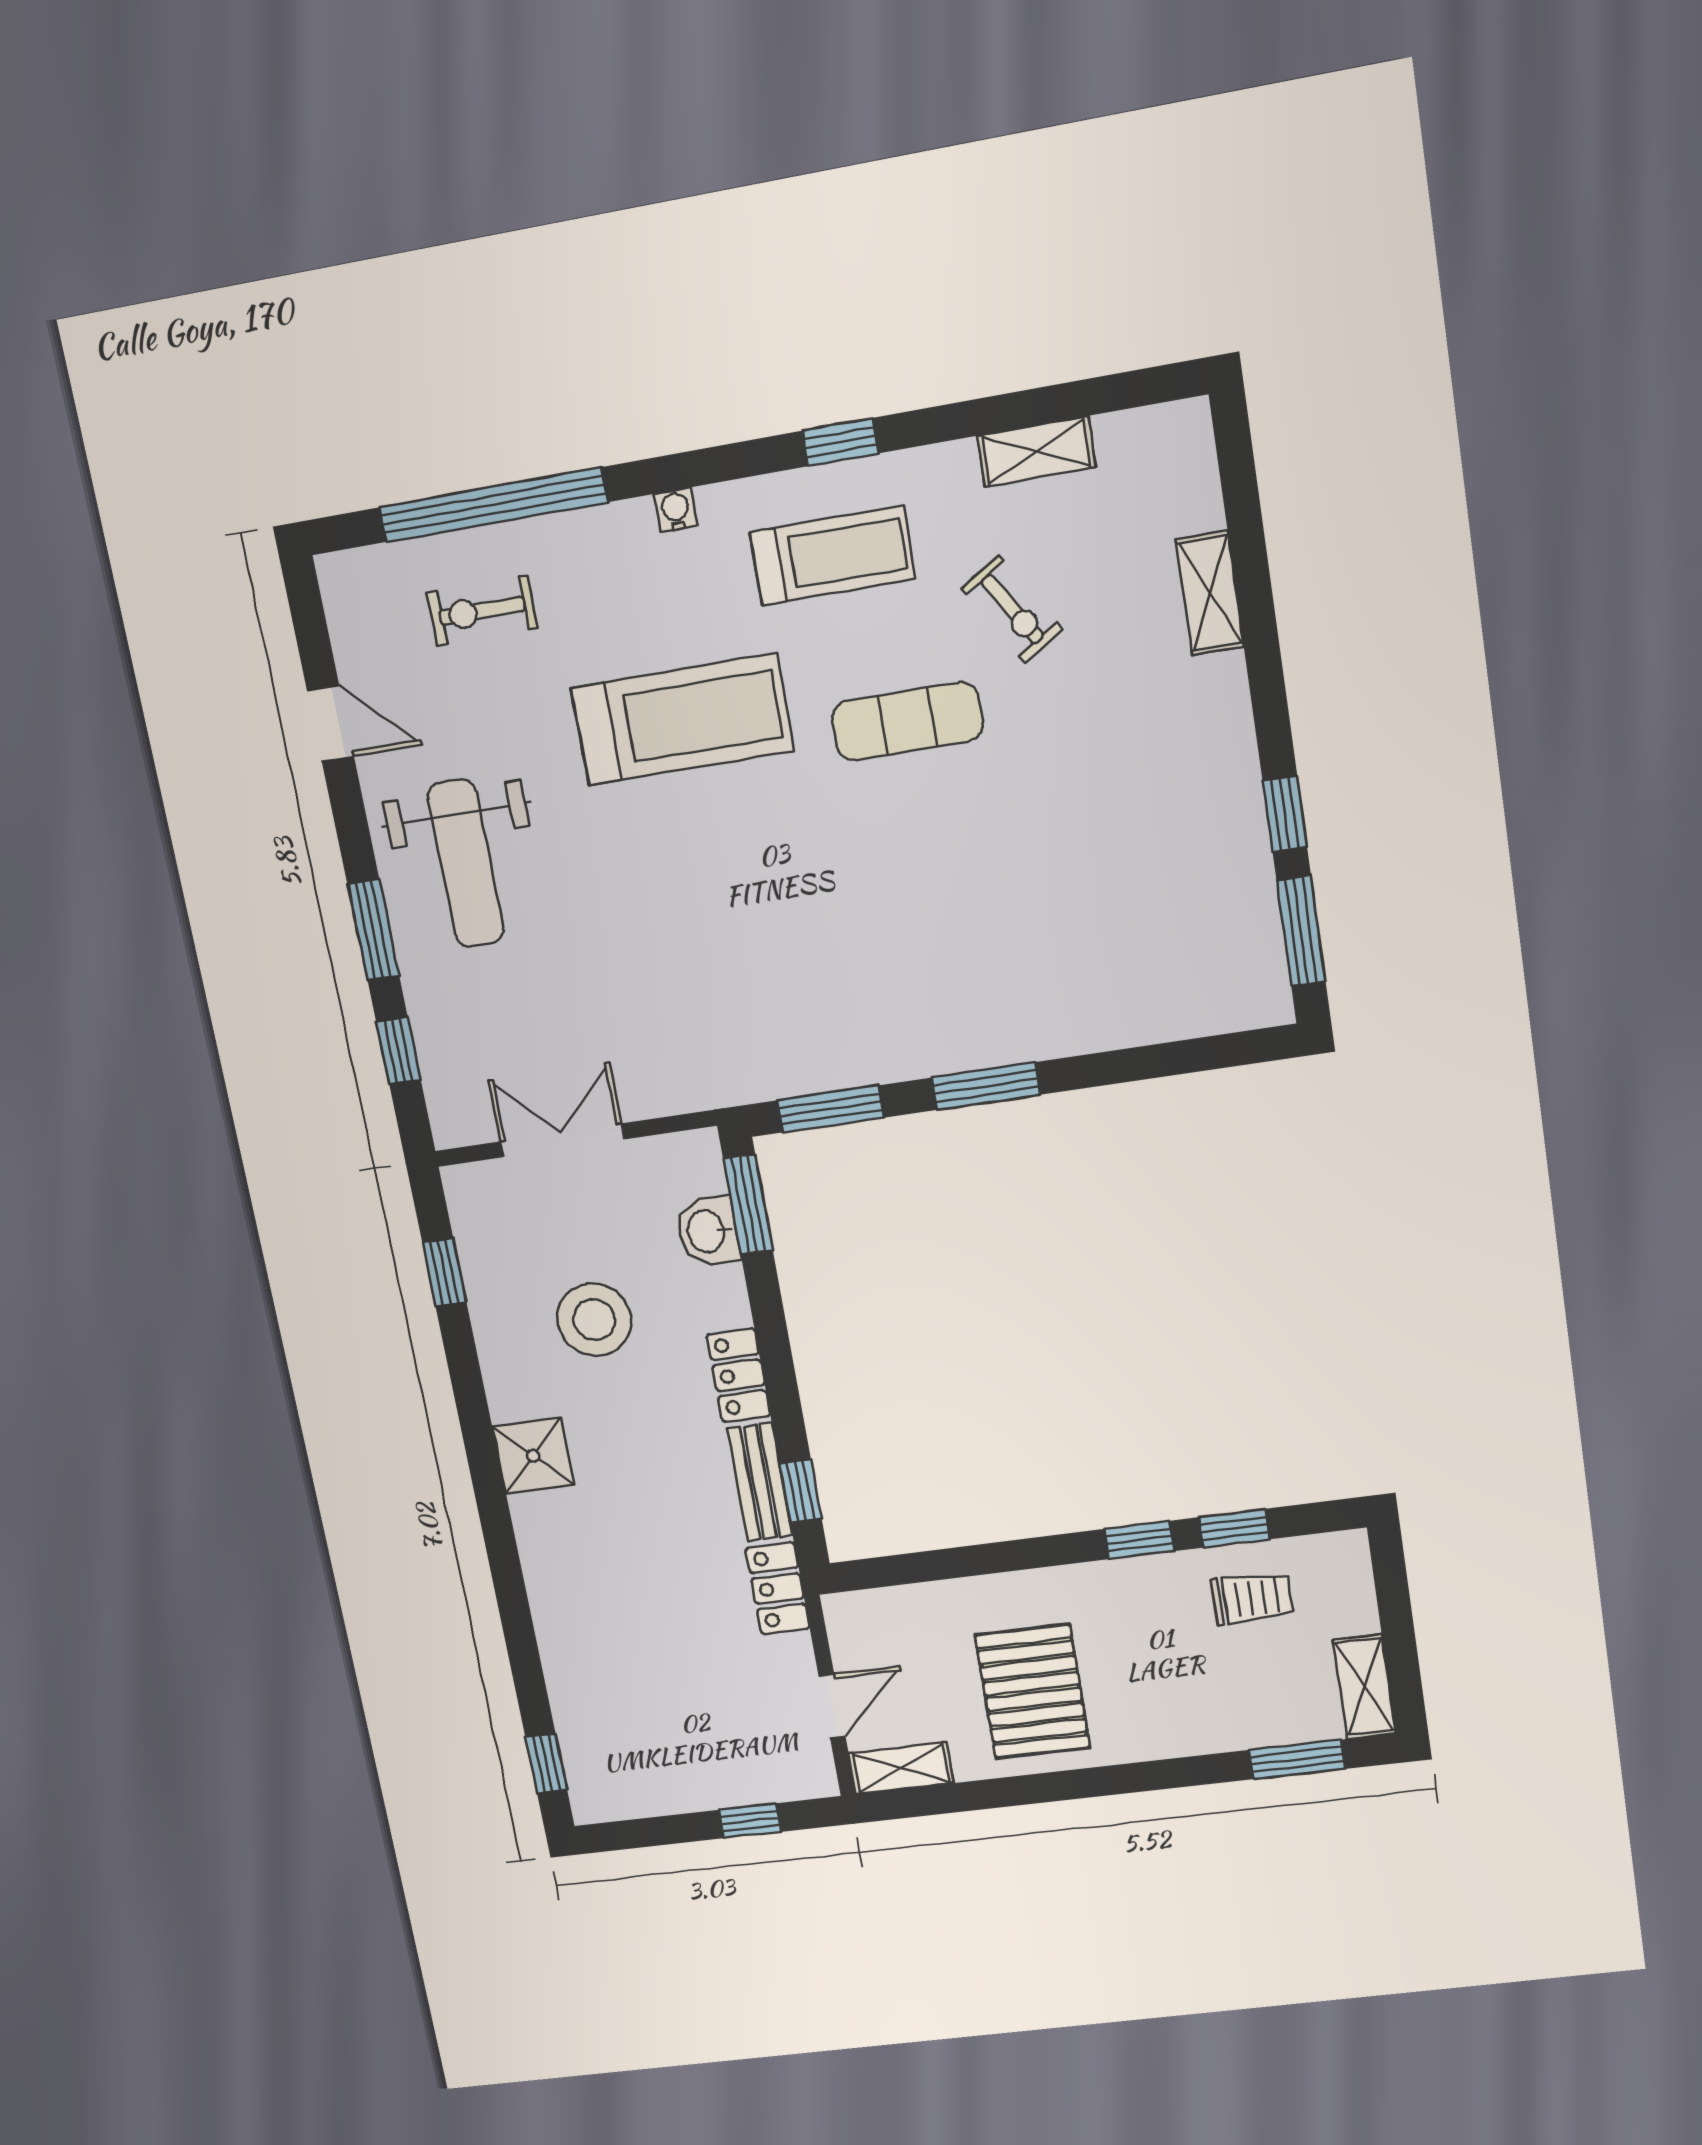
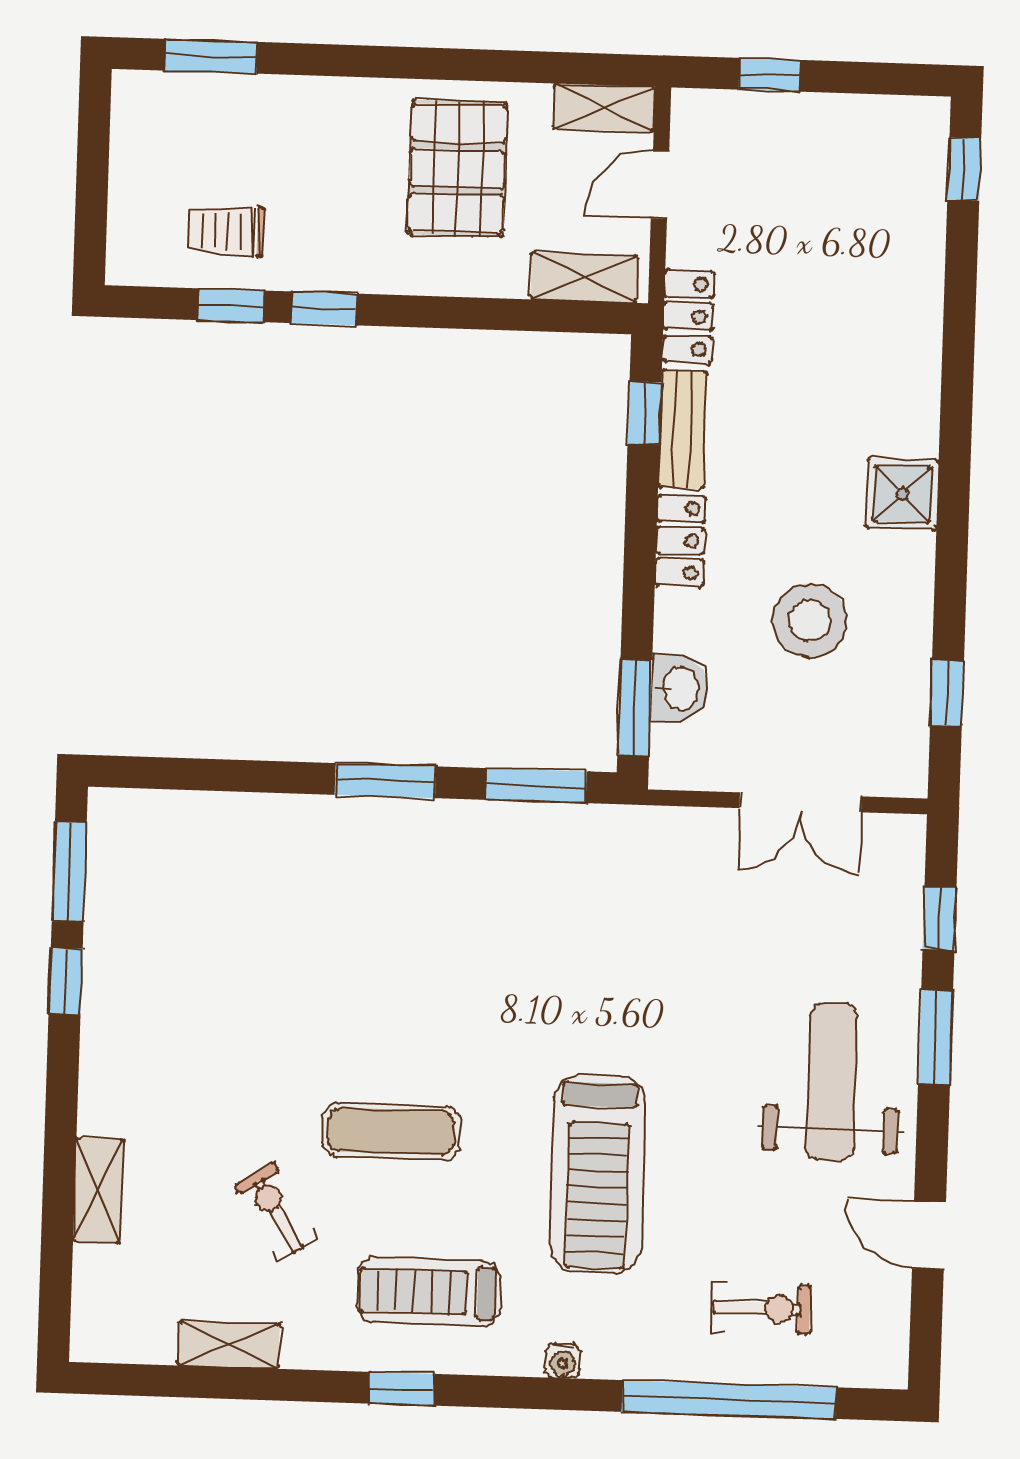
treadmill: (682, 720) -> (598, 1174), turned -90
shelving: (1364, 1687) -> (584, 277), moved, turned 90

